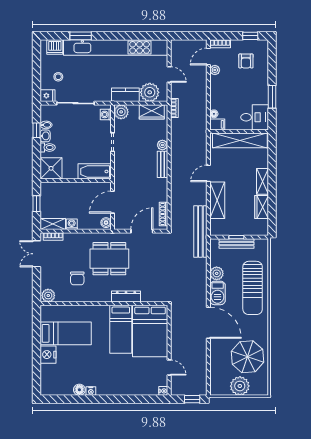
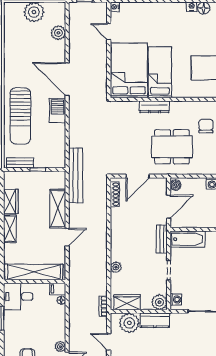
bench: (163, 164) -> (162, 239), moved
bench: (237, 244) -> (20, 163), moved, width x0.73
plant: (217, 273) -> (58, 33), moved
sun lounger: (253, 288) -> (20, 116), turned 180
parasol: (247, 357) -> (26, 43), removed

